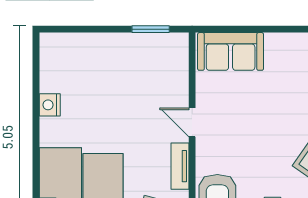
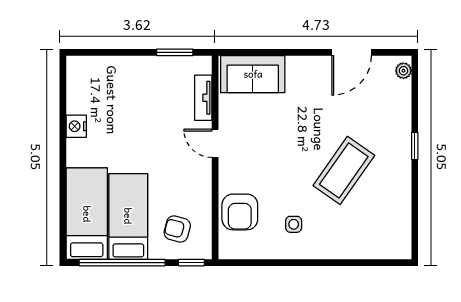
tv unit: (180, 166) -> (203, 98), moved

